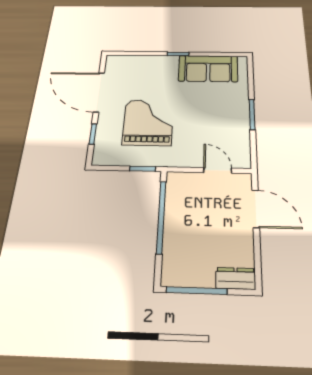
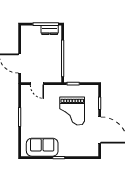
dresser: (236, 278) -> (50, 30), moved

